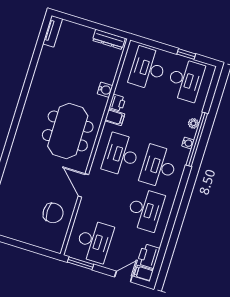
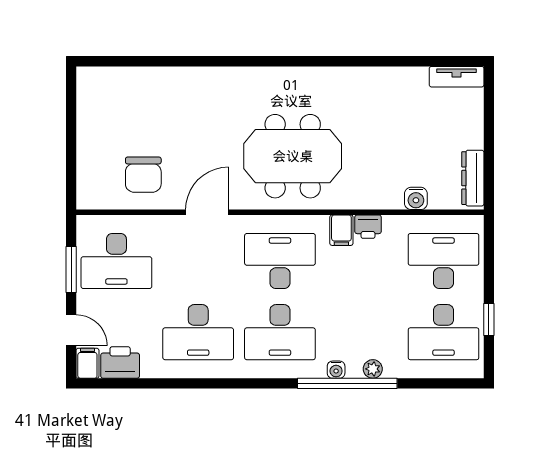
water cooler: (105, 90) -> (416, 198), moved
desk: (159, 166) -> (280, 332), turned 180
window: (81, 263) -> (71, 269), moved

